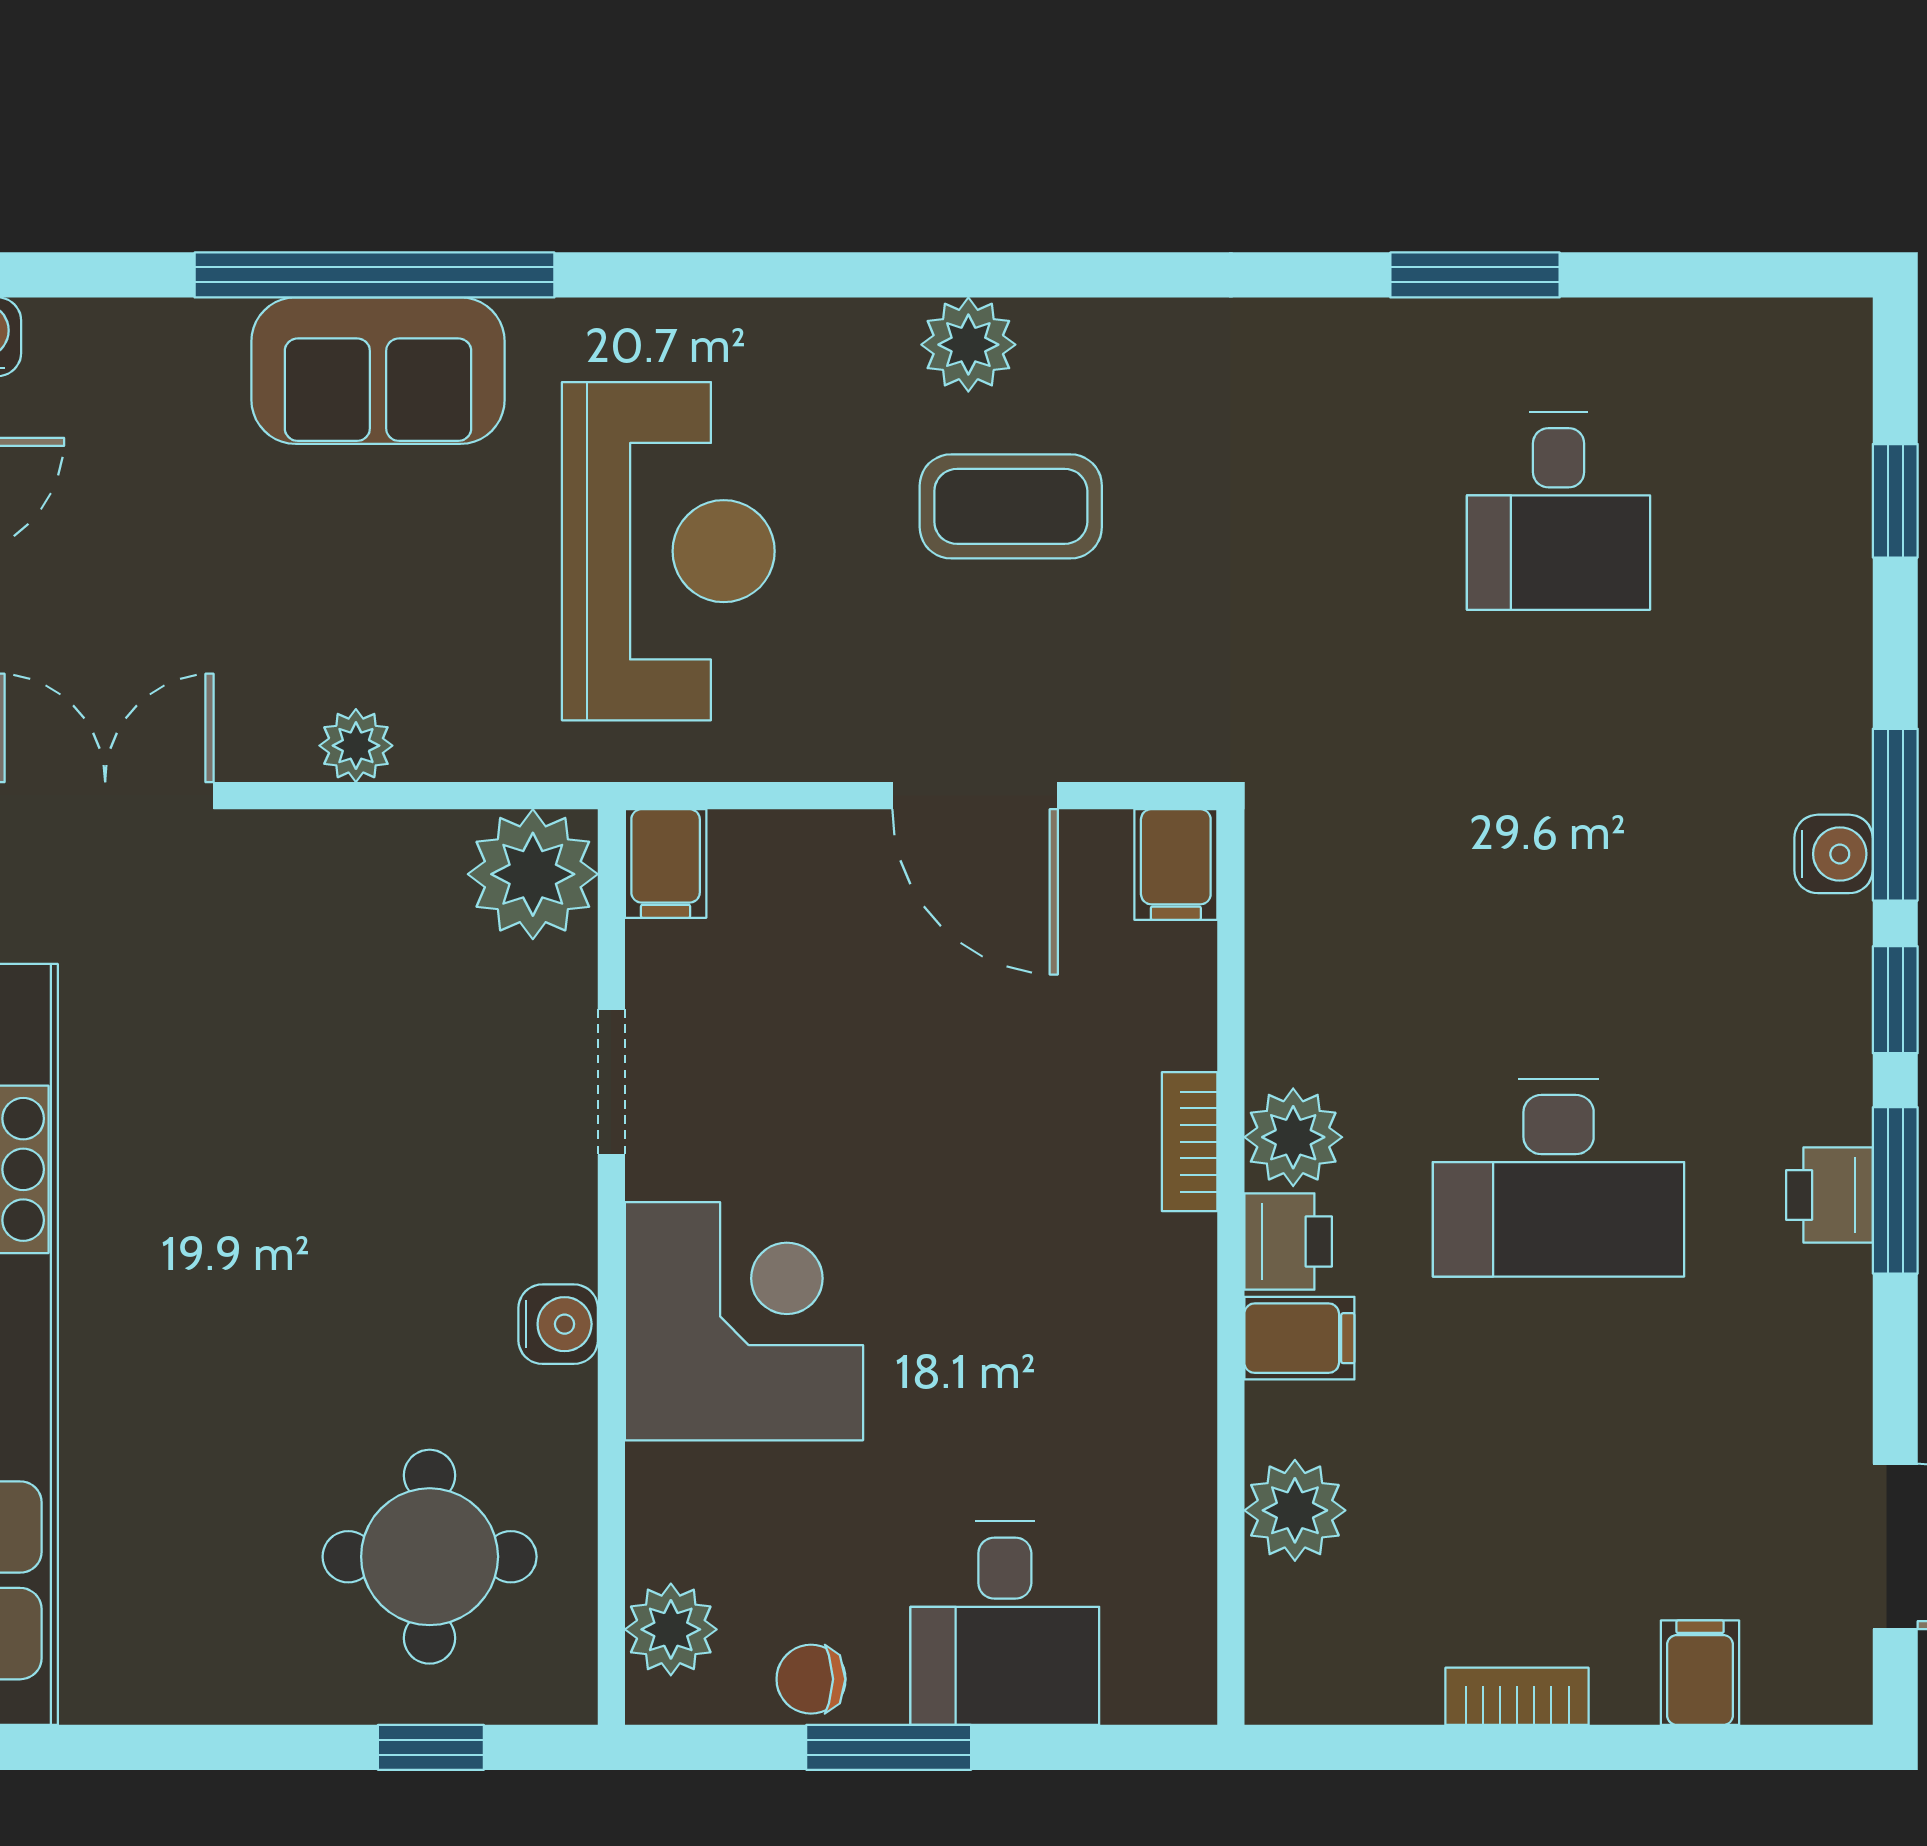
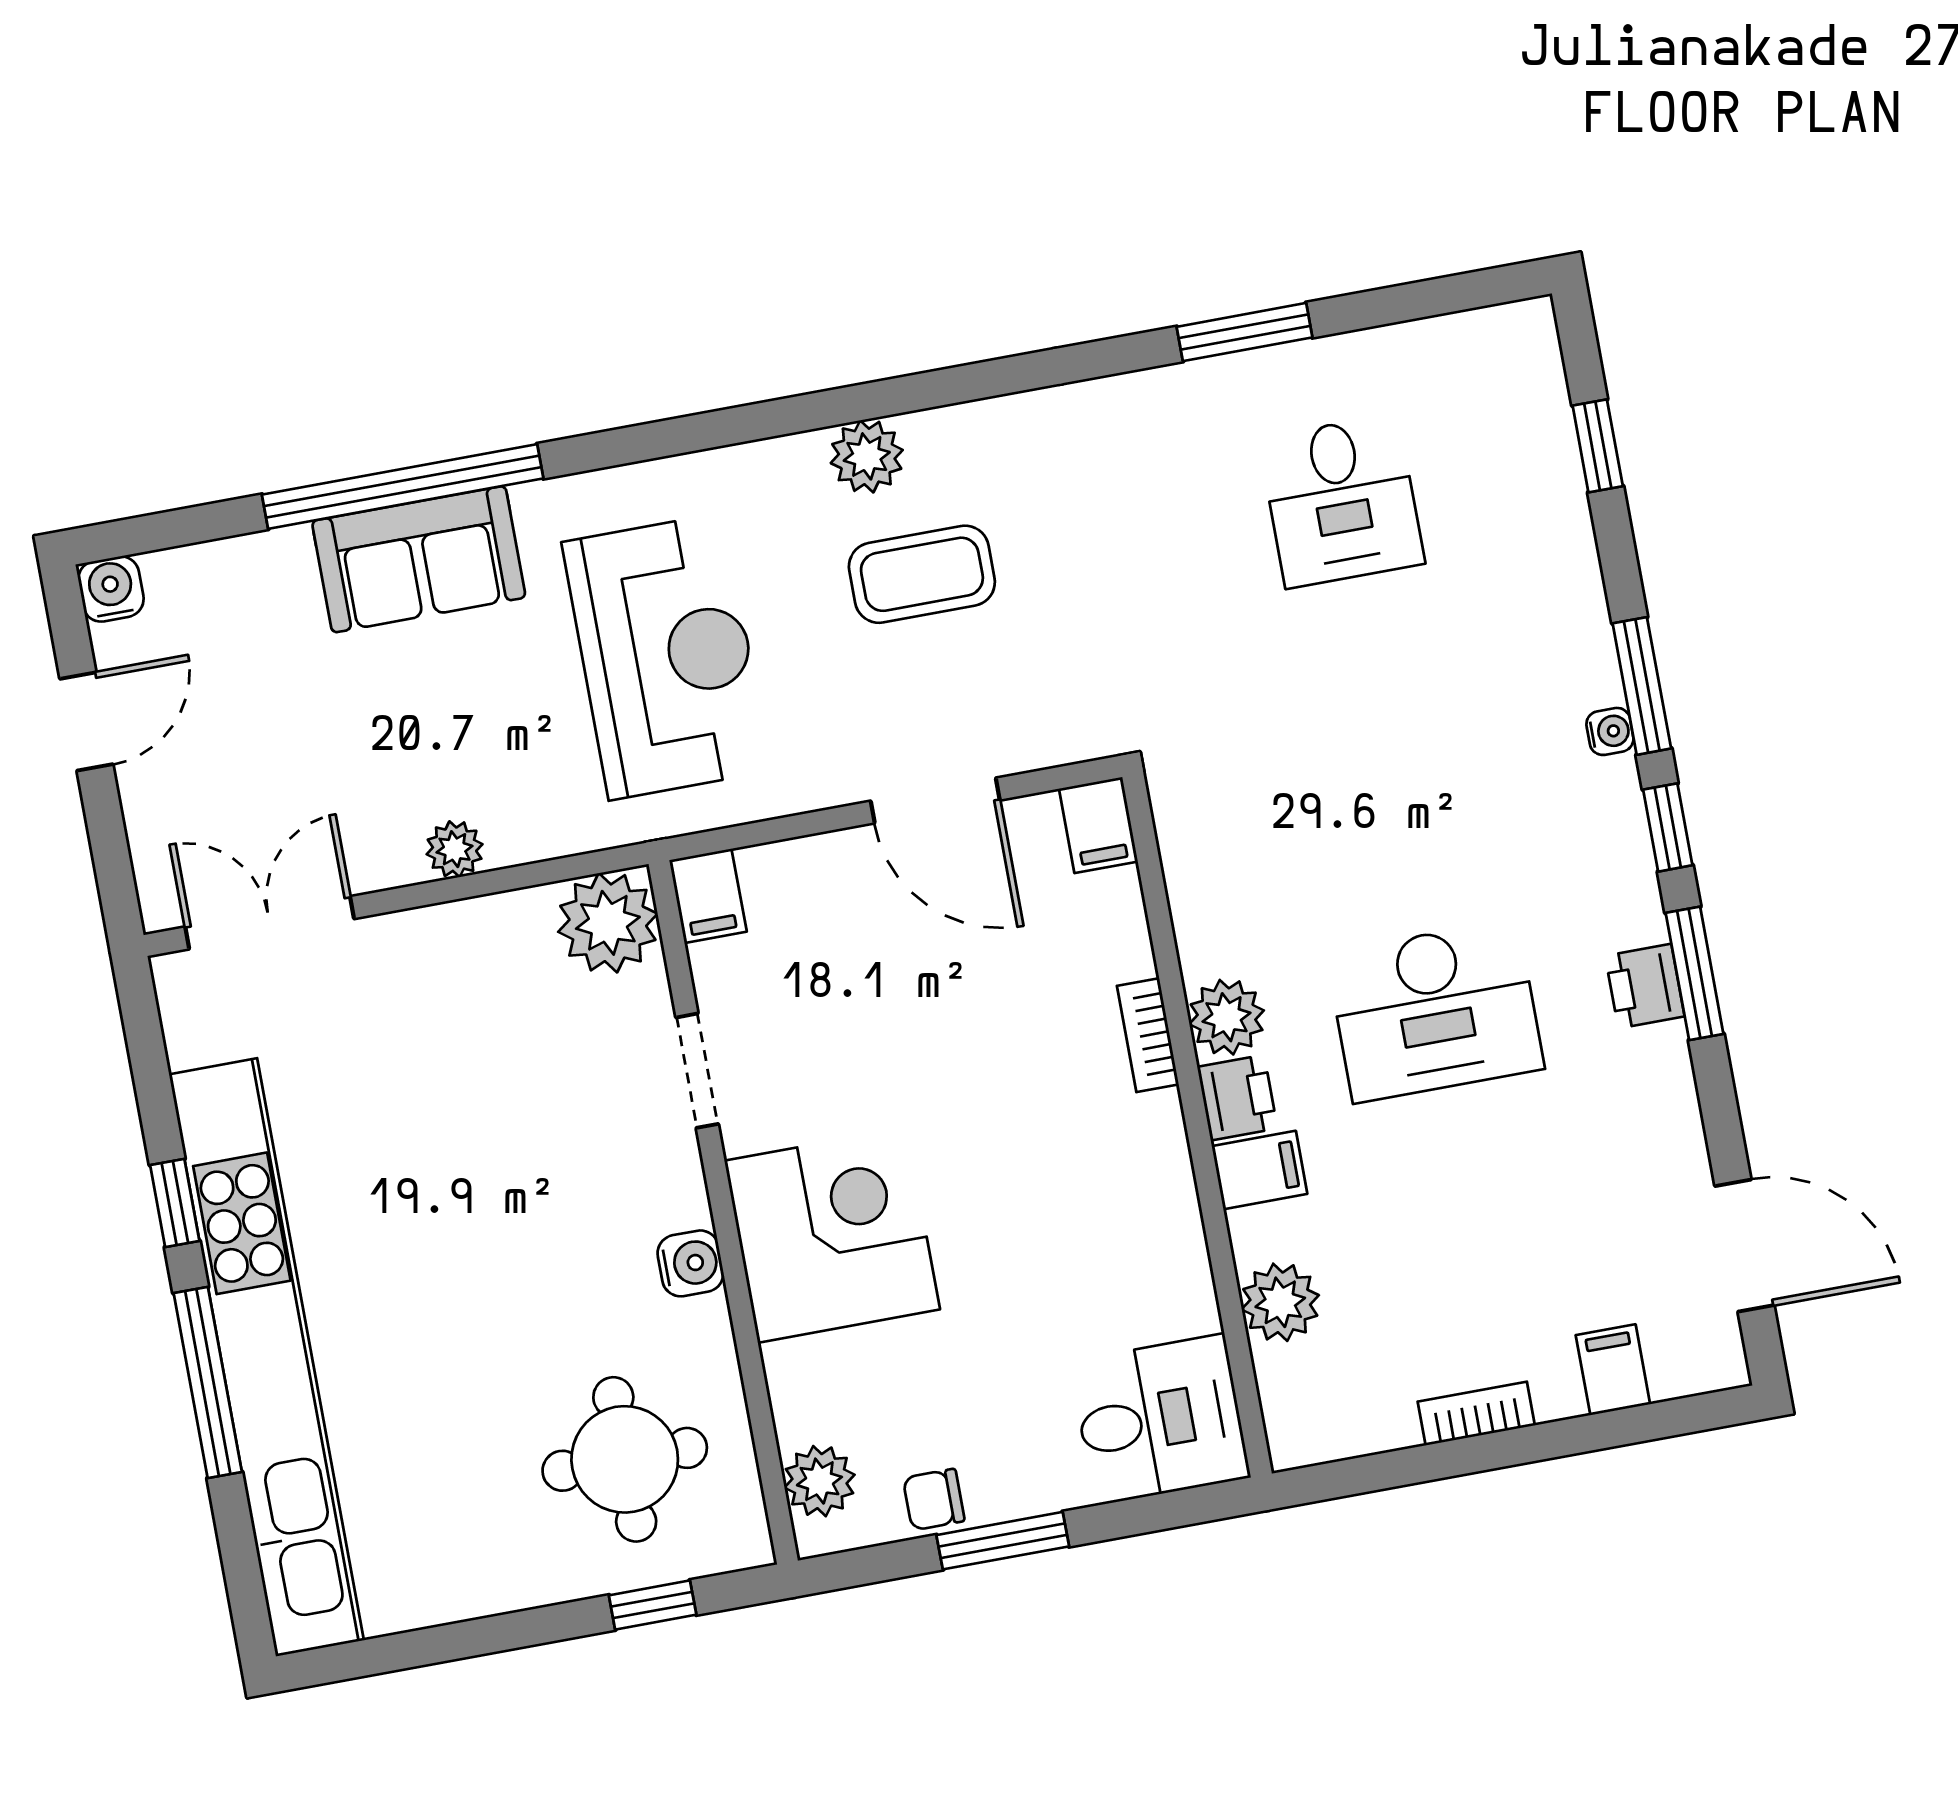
water cooler: (1834, 854) -> (1610, 731), width x0.72, depth x0.72
desk: (1005, 1623) -> (1160, 1419), moved, turned -90

